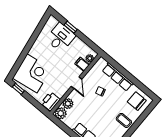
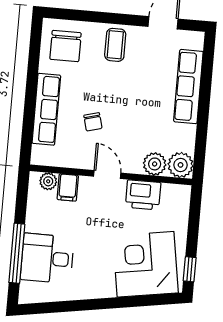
window: (71, 27) -> (17, 253), width x2.17
door: (77, 83) -> (107, 175), hinge flipped
printer: (50, 101) -> (143, 195), moved

